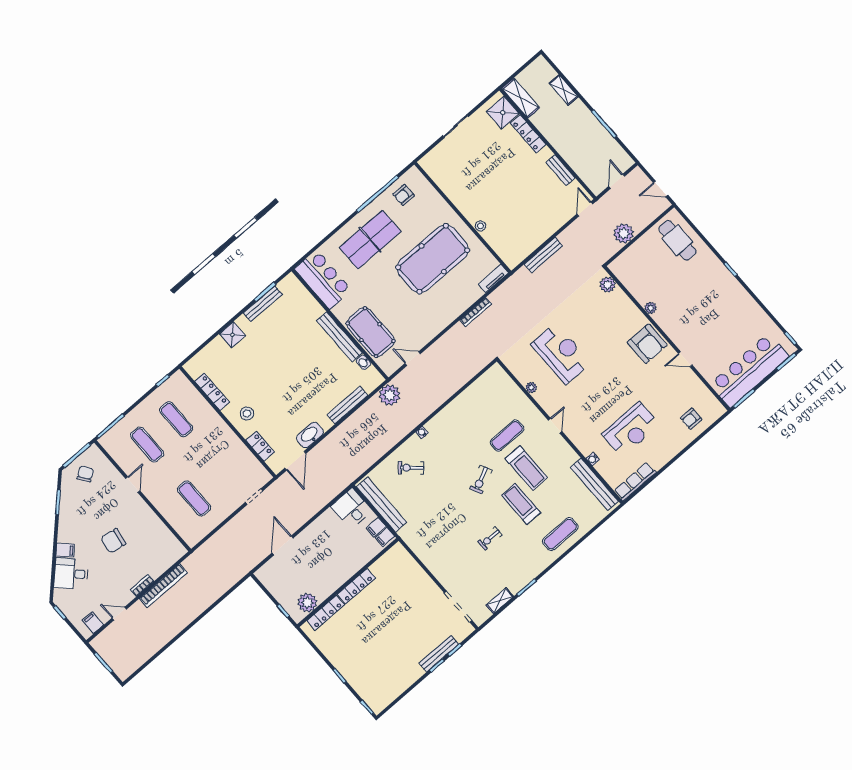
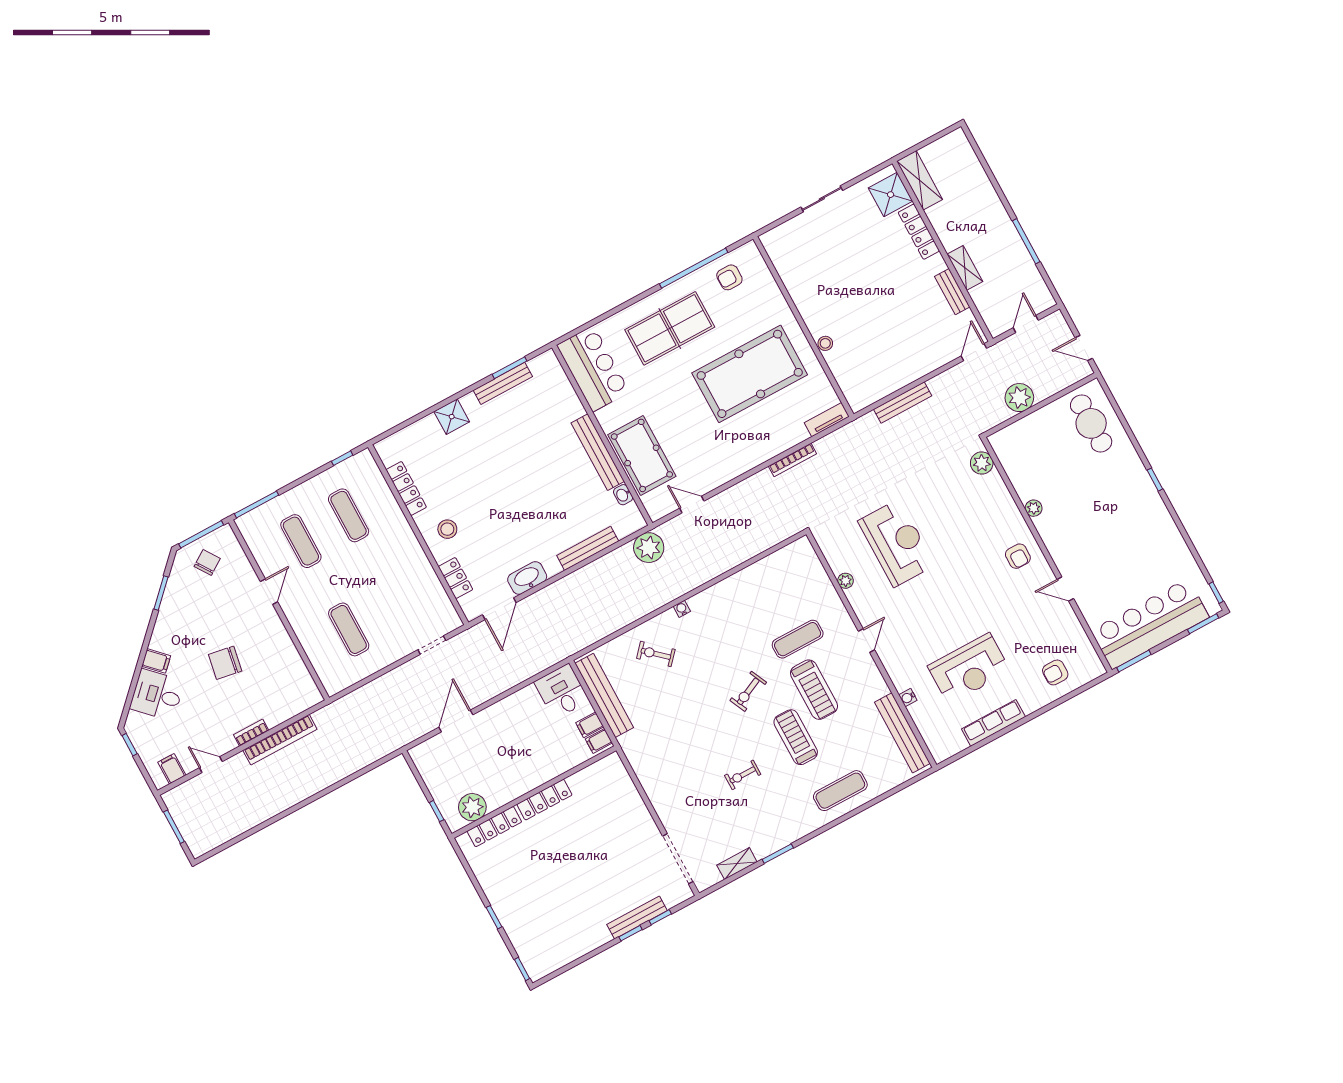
shelving: (564, 90) -> (965, 268), moved
armchair: (647, 344) -> (1018, 556), width x0.53, depth x0.53
row of seats: (635, 482) -> (993, 723), moved

